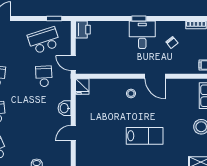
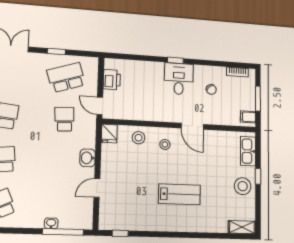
window: (54, 18) -> (56, 52), moved
printer: (83, 30) -> (112, 80), moved
stool: (108, 89) -> (139, 138), added

